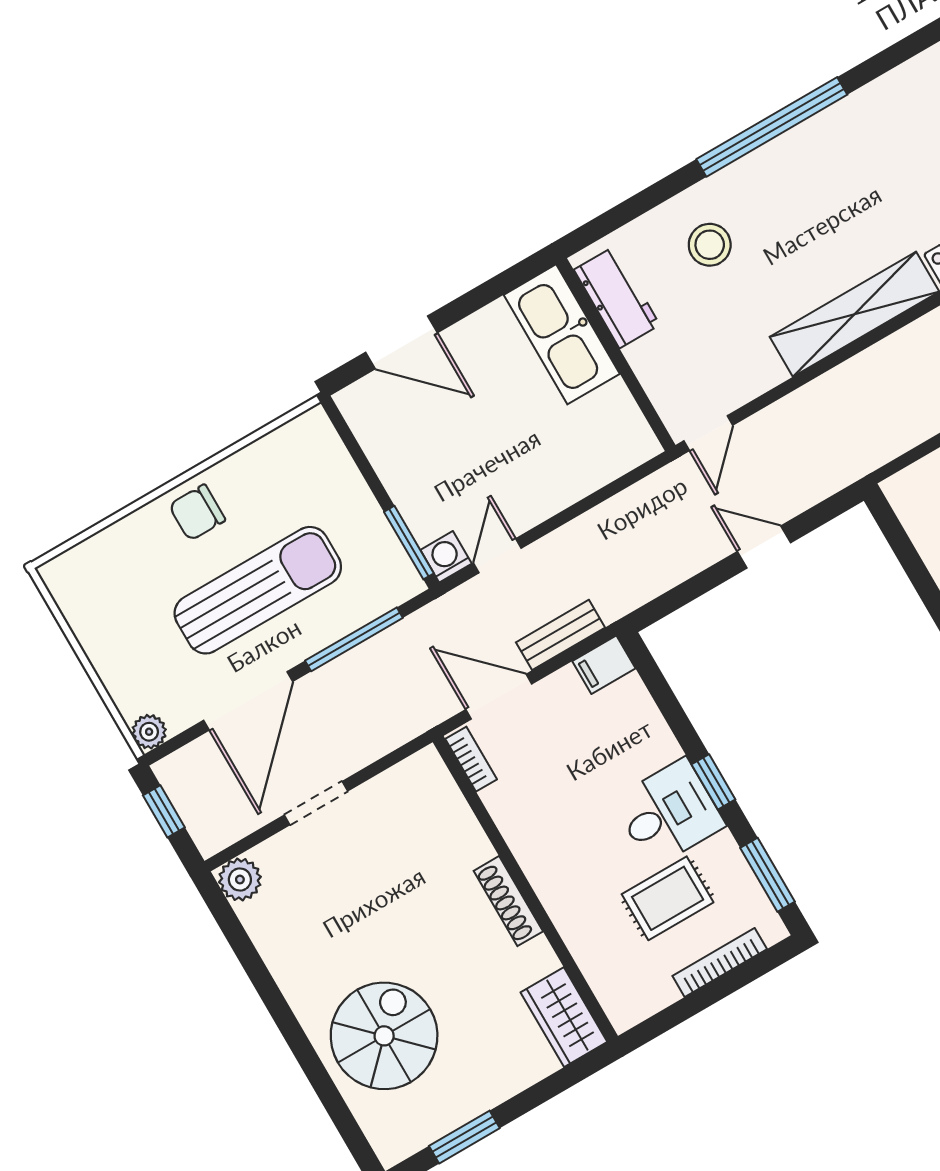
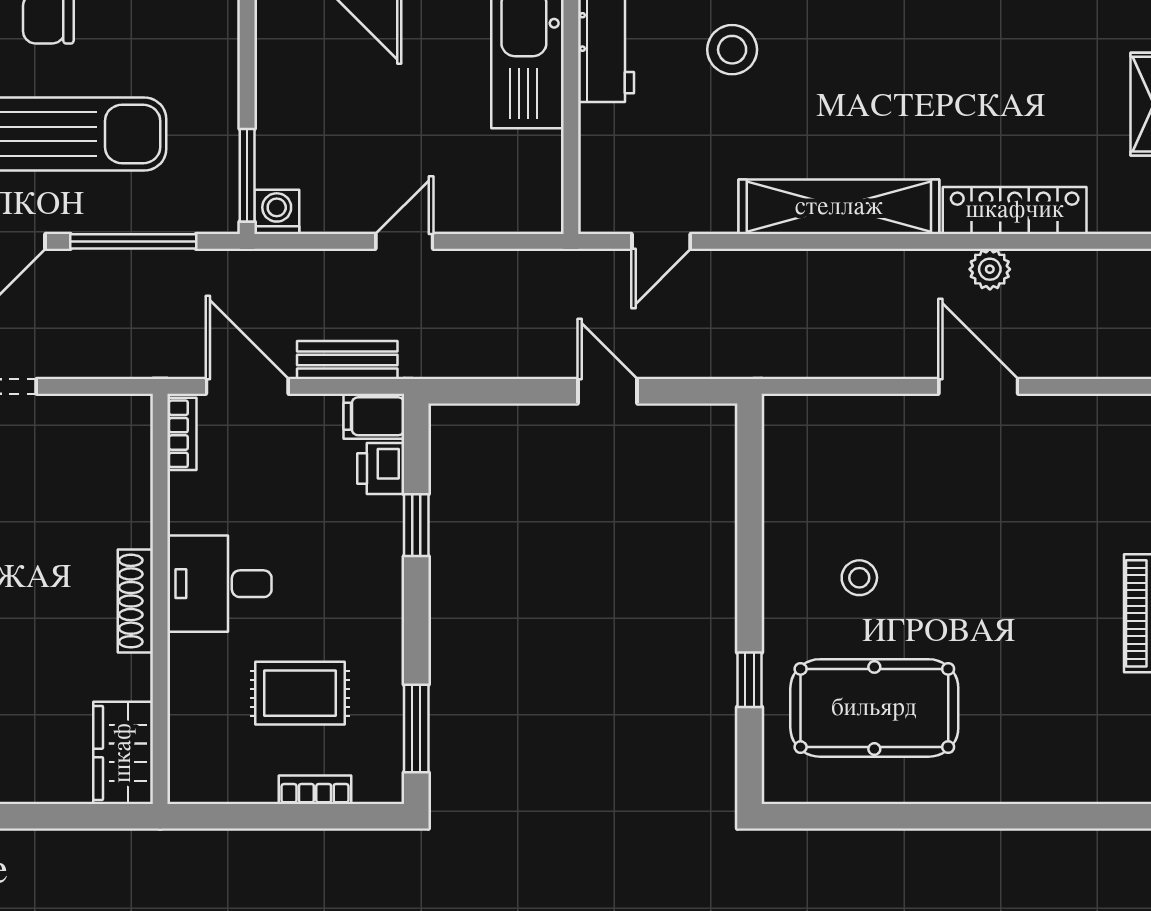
door: (708, 433) -> (661, 241), moved
door: (497, 556) -> (404, 241), moved
printer: (631, 700) -> (381, 468), added
window: (713, 782) -> (416, 525), moved
desk: (669, 813) -> (219, 584), moved, turned 180
bookcase: (720, 962) -> (315, 790), width x0.64

